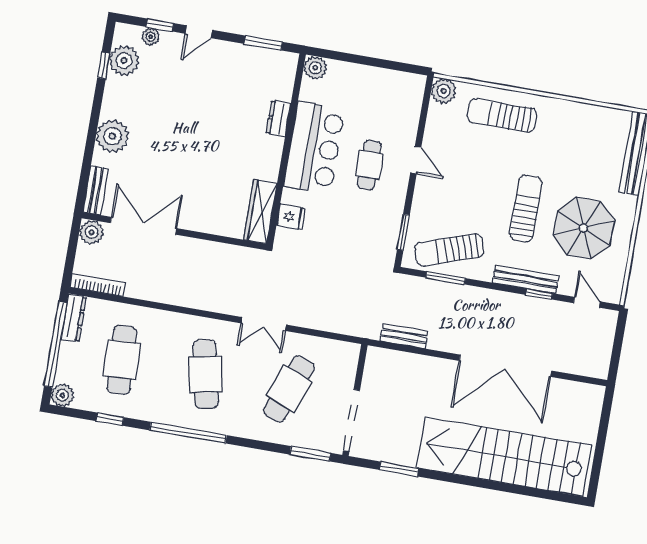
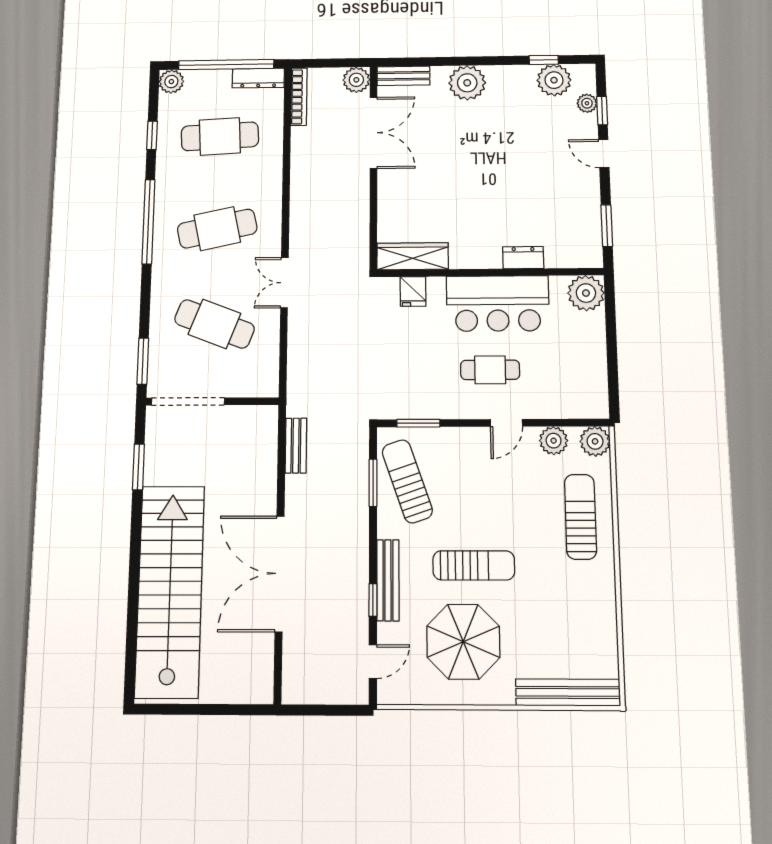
plant: (315, 68) -> (586, 293), width x1.36, depth x1.36
plant: (437, 125) -> (554, 441), added

